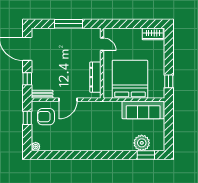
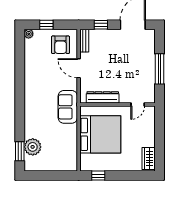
sofa: (143, 110) -> (68, 107), moved, width x0.73
armchair: (46, 117) -> (61, 45), turned 180
window: (27, 118) -> (46, 25), moved

